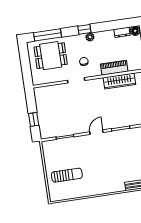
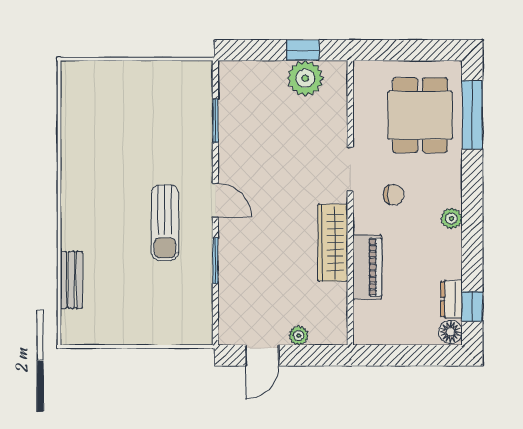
window: (84, 29) -> (472, 307), moved
wardrobe: (119, 81) -> (333, 243), moved
plant: (43, 104) -> (305, 78), added
window: (34, 119) -> (303, 50), moved
sun lounger: (67, 175) -> (165, 223), moved

